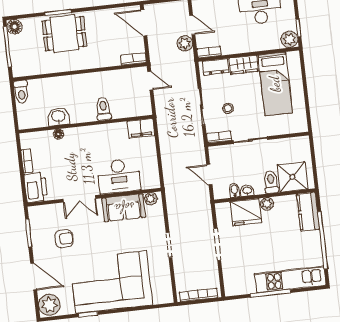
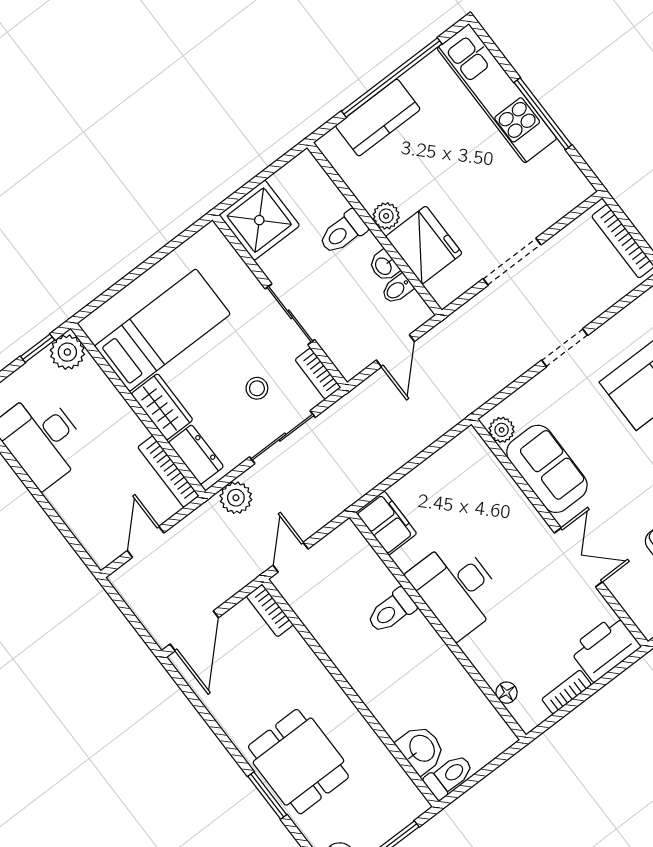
plant: (185, 43) -> (236, 498), moved
bookcase: (209, 52) -> (168, 472), width x1.56
washbasin: (58, 117) -> (421, 749), moved, turned 180
floor lamp: (58, 134) -> (507, 693), moved
desk: (119, 176) -> (456, 589), moved, turned 180
shower: (292, 177) -> (259, 220), moved
kitchen counter: (308, 212) -> (378, 118), moved

